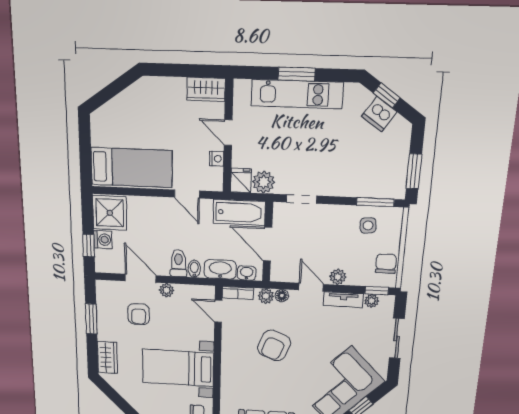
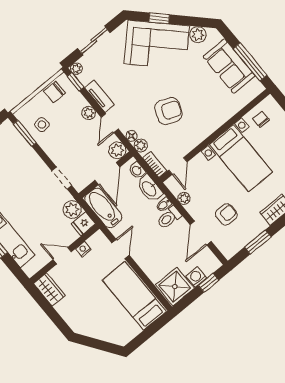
door: (228, 133) -> (62, 256), swing flipped
plant: (280, 272) -> (117, 150), added
plant: (167, 290) -> (184, 198), moved
plant: (372, 301) -> (76, 69), moved

